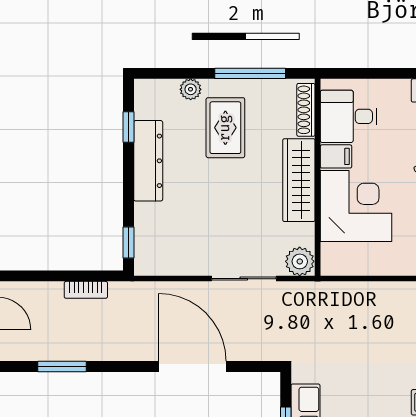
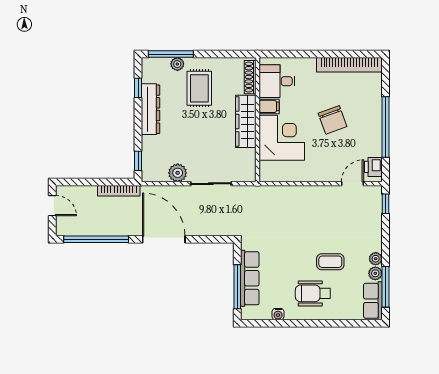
window: (250, 73) -> (171, 54), moved
plant: (300, 261) -> (178, 173), moved
bookcase: (86, 290) -> (119, 191), width x1.56
window: (62, 367) -> (96, 239), width x2.11
door: (192, 367) -> (164, 239), moved

